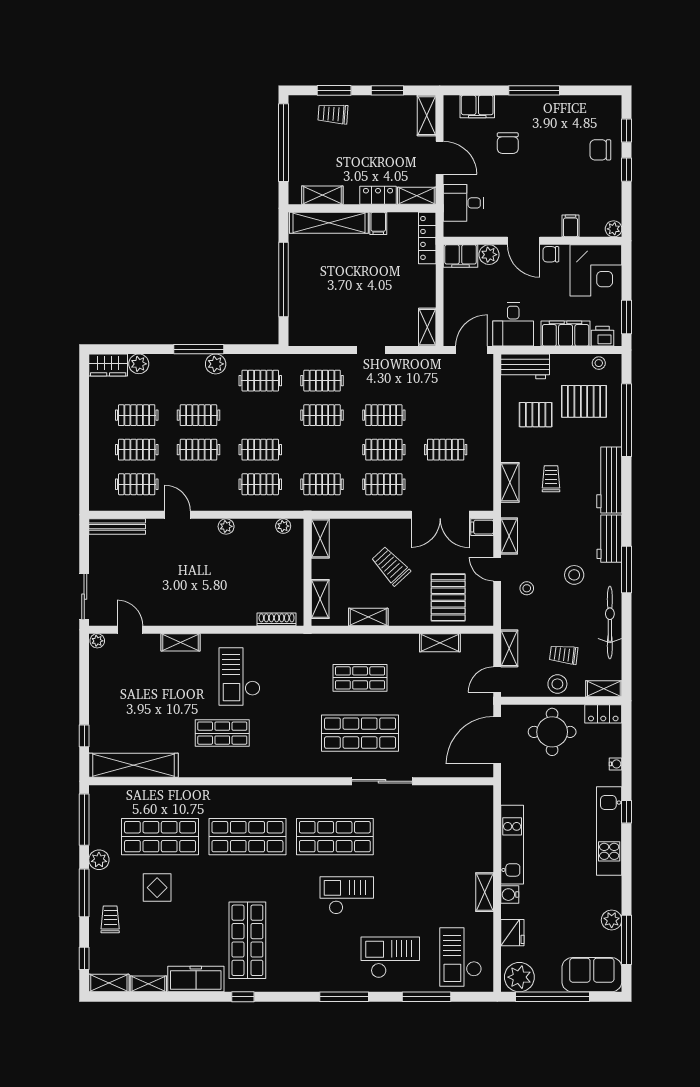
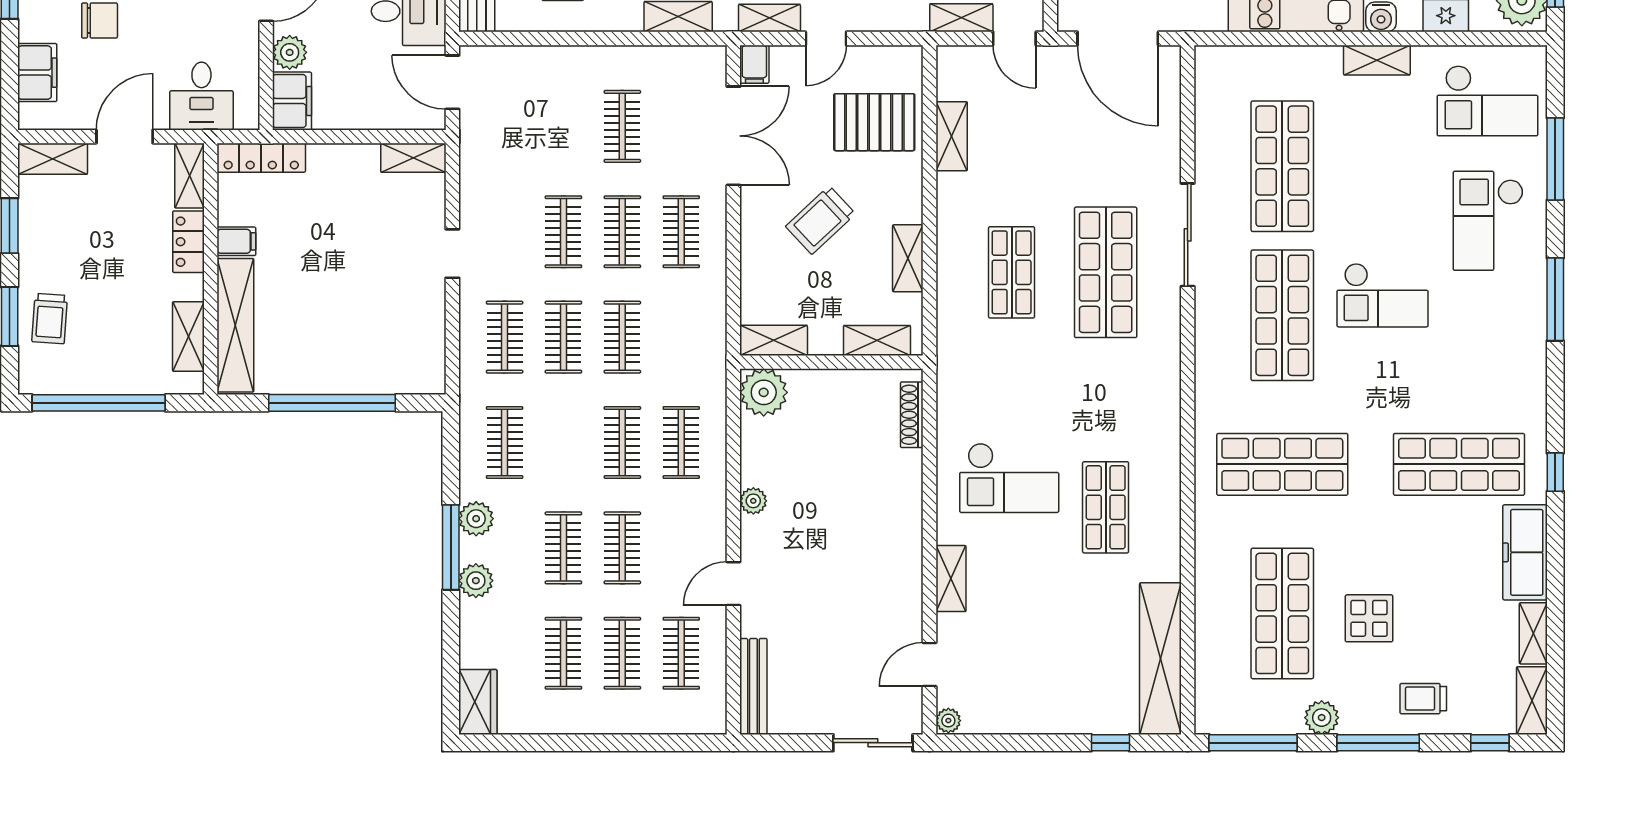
plant: (139, 364) -> (476, 581), moved
clothes rail: (322, 484) -> (622, 337), moved
plant: (283, 526) -> (764, 392), width x1.88, depth x1.88
shop shelf: (247, 837) -> (1282, 464), turned 90
shop shelf: (422, 837) -> (1282, 166), added
checkout: (347, 895) -> (1382, 295), turned -90

